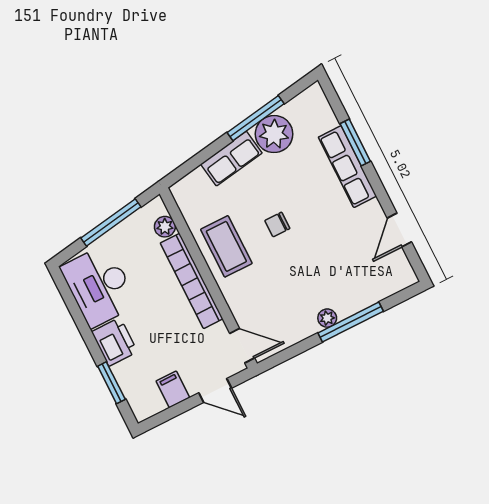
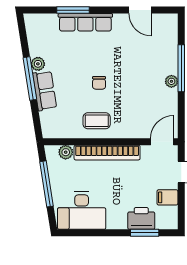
window: (256, 118) -> (30, 79), moved
plant: (274, 134) -> (38, 64), width x0.53, depth x0.53
coffee table: (226, 246) -> (97, 121), width x0.73, depth x0.77
printer: (114, 342) -> (141, 218), moved

